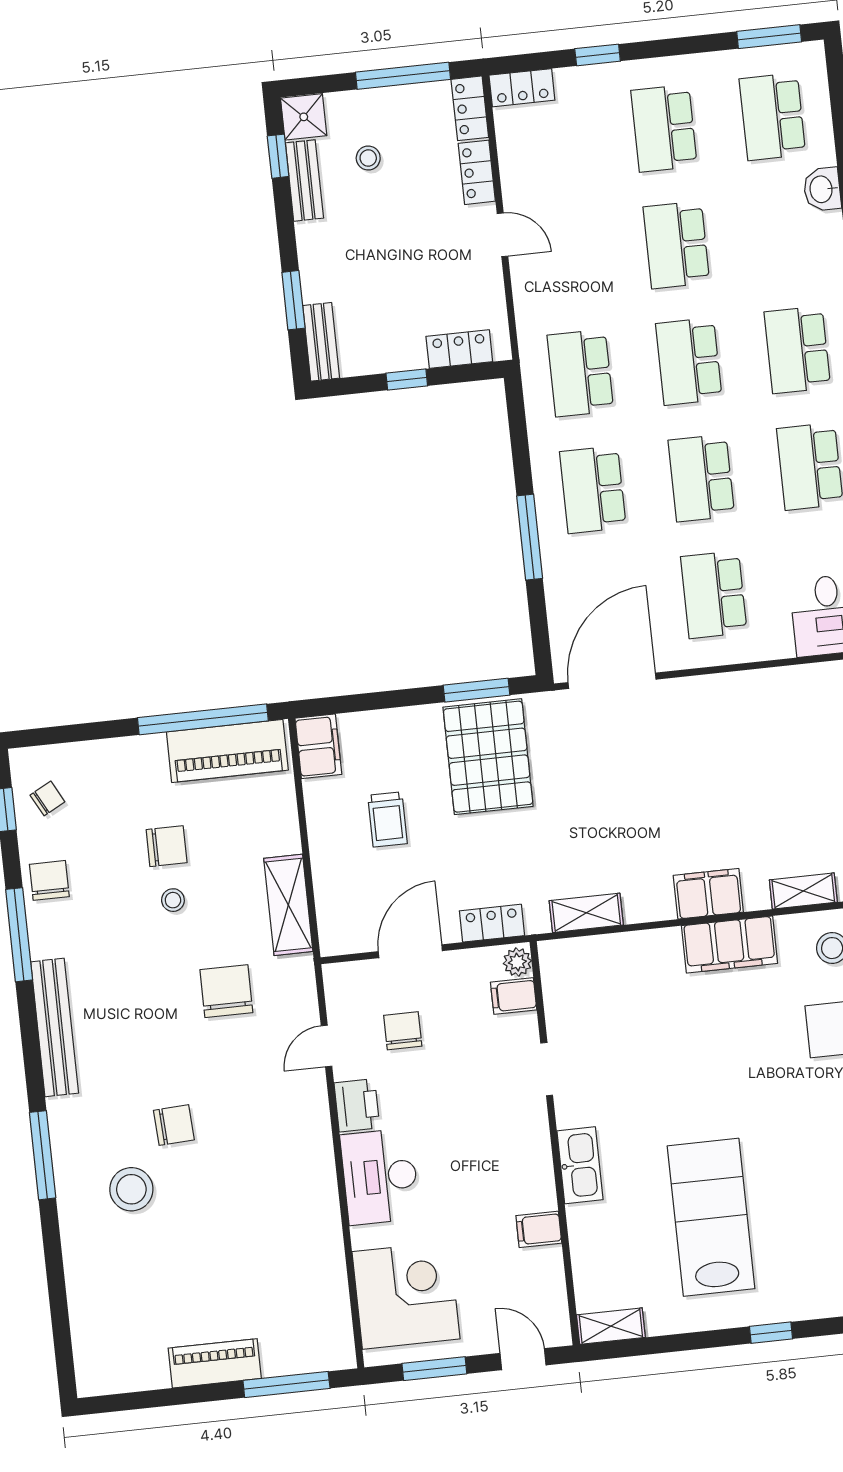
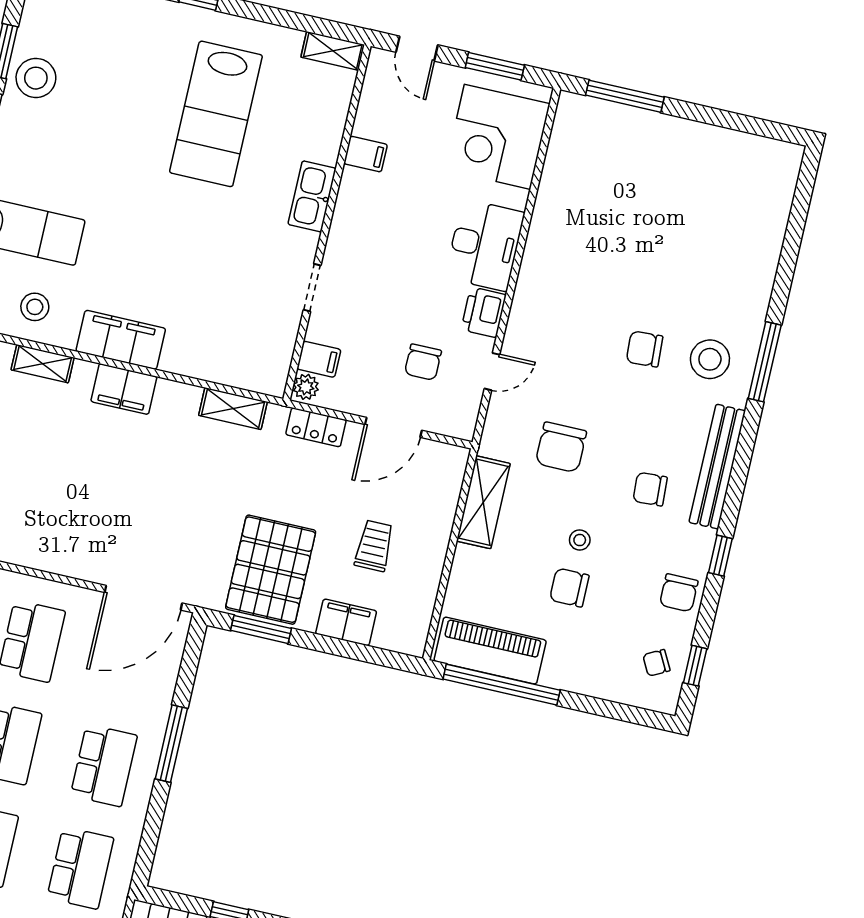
filing cabinet: (318, 746) -> (346, 622), moved, turned 90
window: (19, 935) -> (720, 556), width x0.46
chair: (117, 979) -> (650, 489), added
stool: (131, 1189) -> (710, 359), moved
piano: (215, 1363) -> (679, 135), removed

